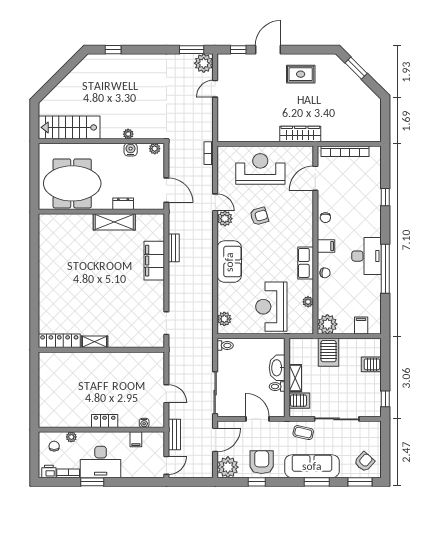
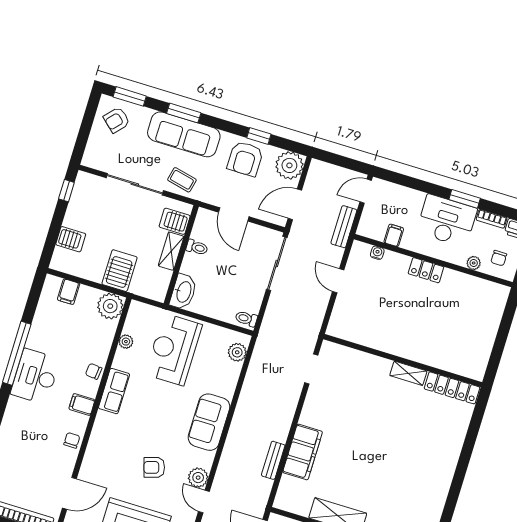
reception desk: (271, 307) -> (174, 350), turned 180
washbasin: (277, 368) -> (183, 292), moved

